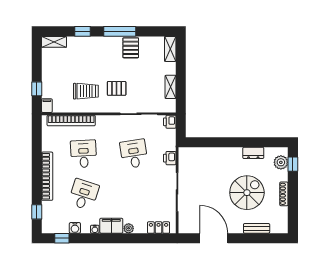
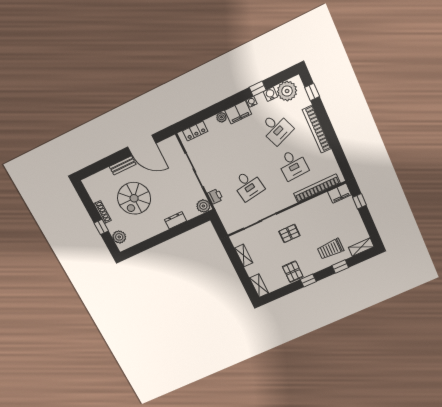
window: (120, 31) -> (308, 281), width x0.46
trolley: (86, 91) -> (330, 249), moved
filing cabinet: (47, 106) -> (339, 193), width x2.00
printer: (170, 122) -> (230, 227), removed
dresser: (253, 153) -> (175, 220), moved
plant: (185, 154) -> (203, 206), added
window: (293, 164) -> (101, 227), moved
desk: (84, 195) -> (276, 128), turned -39
plant: (59, 224) -> (287, 91), added
bench: (257, 228) -> (123, 165), moved
window: (62, 238) -> (258, 89), moved

